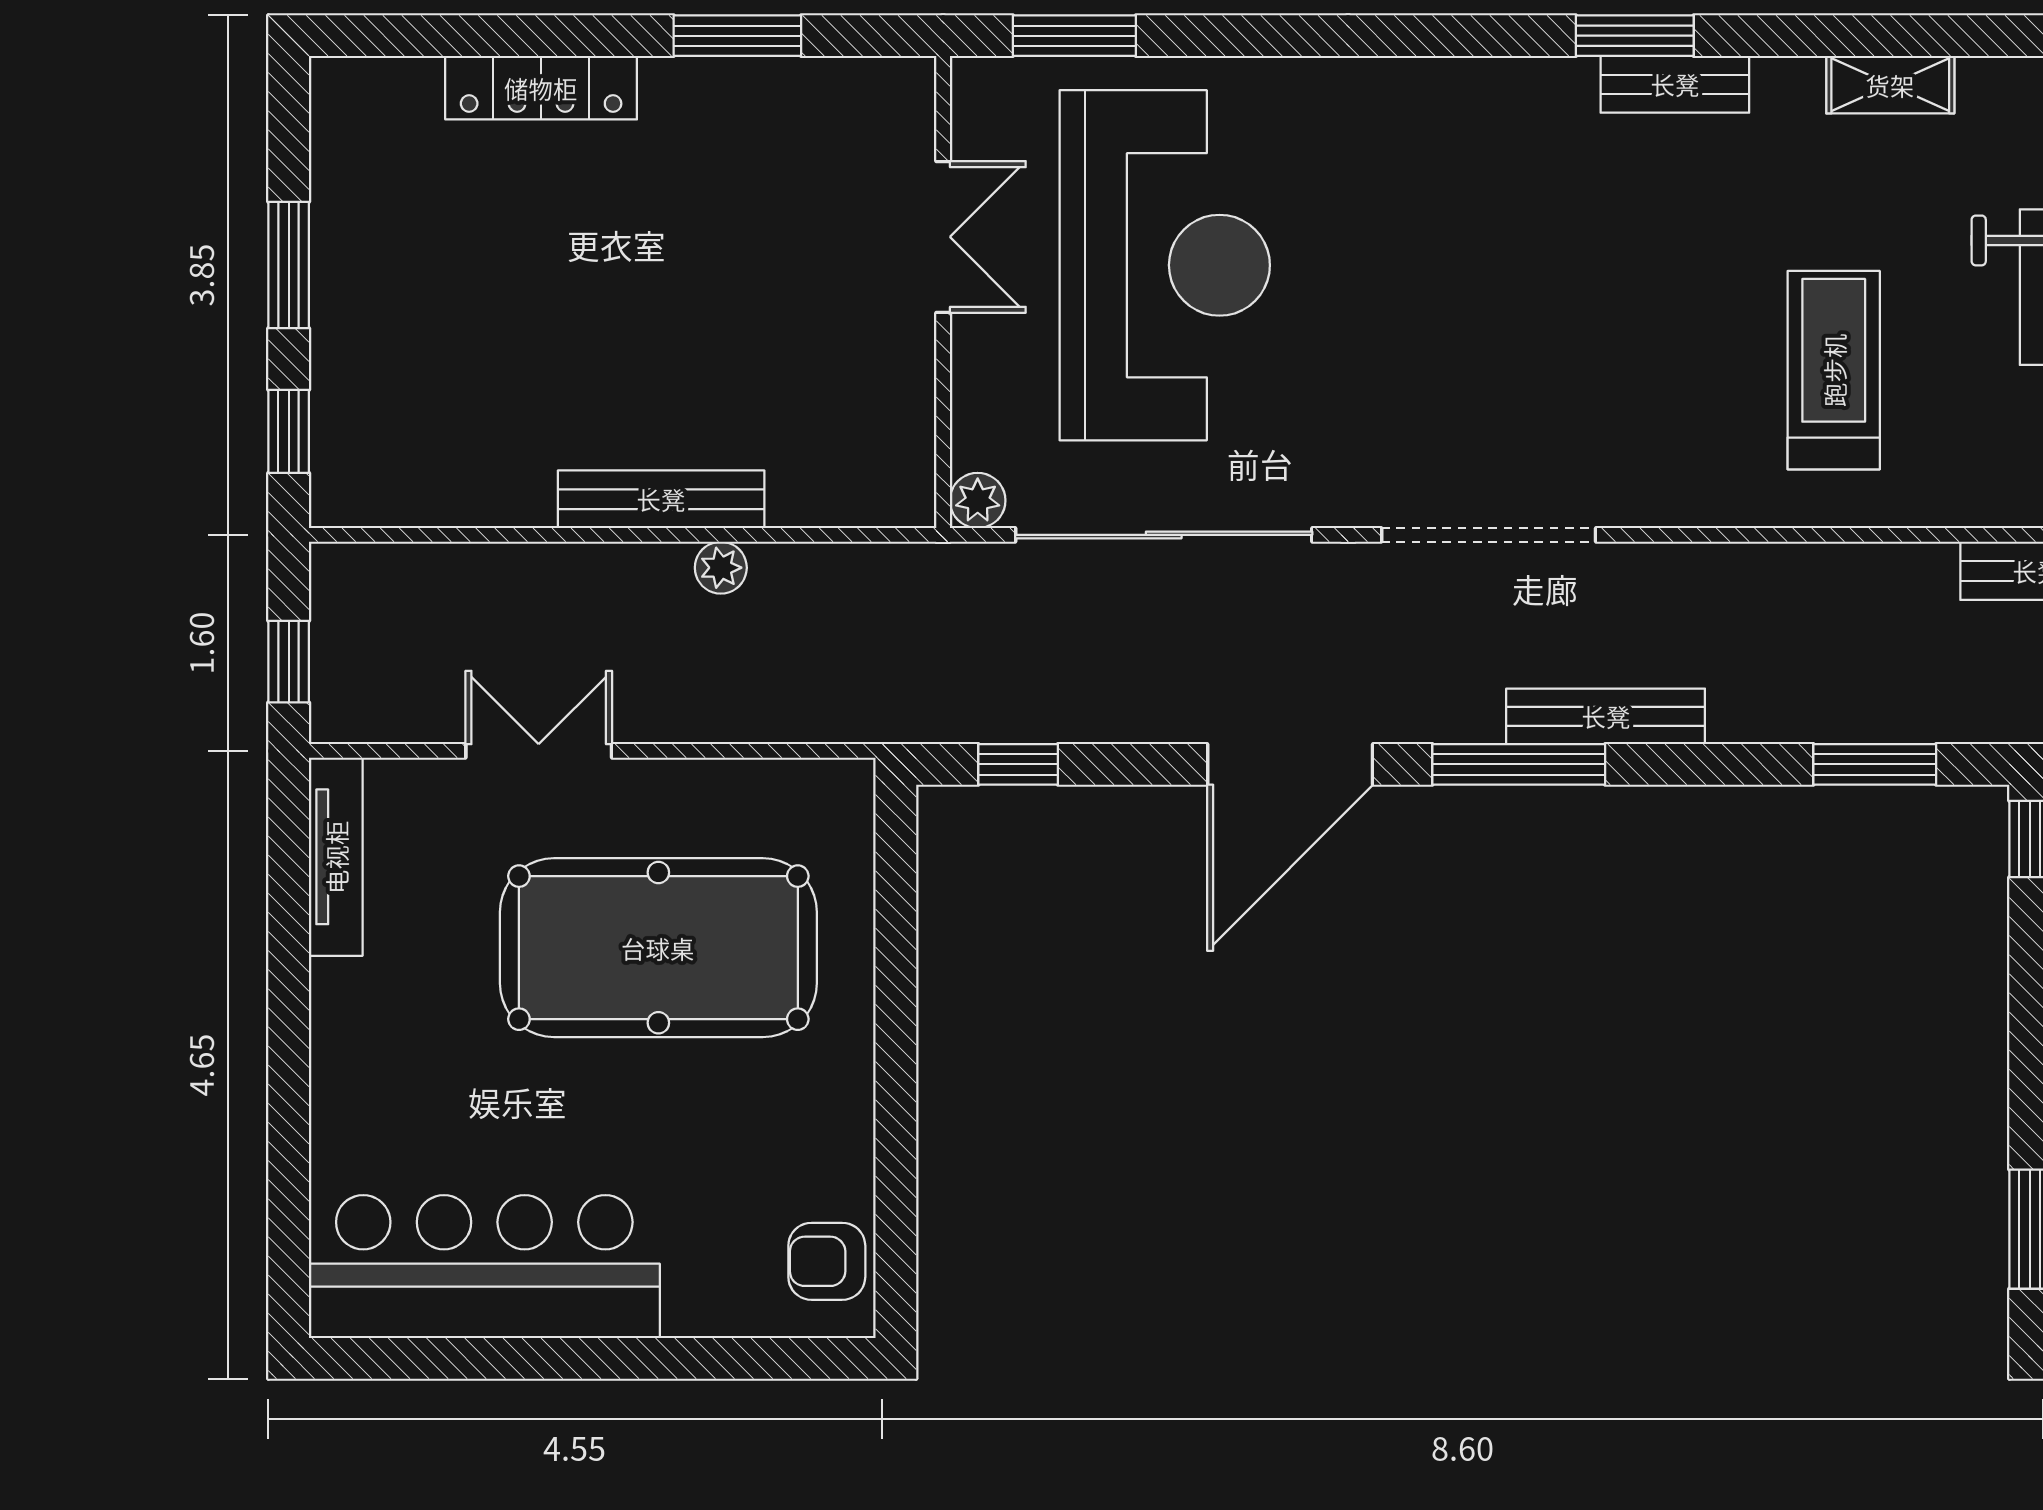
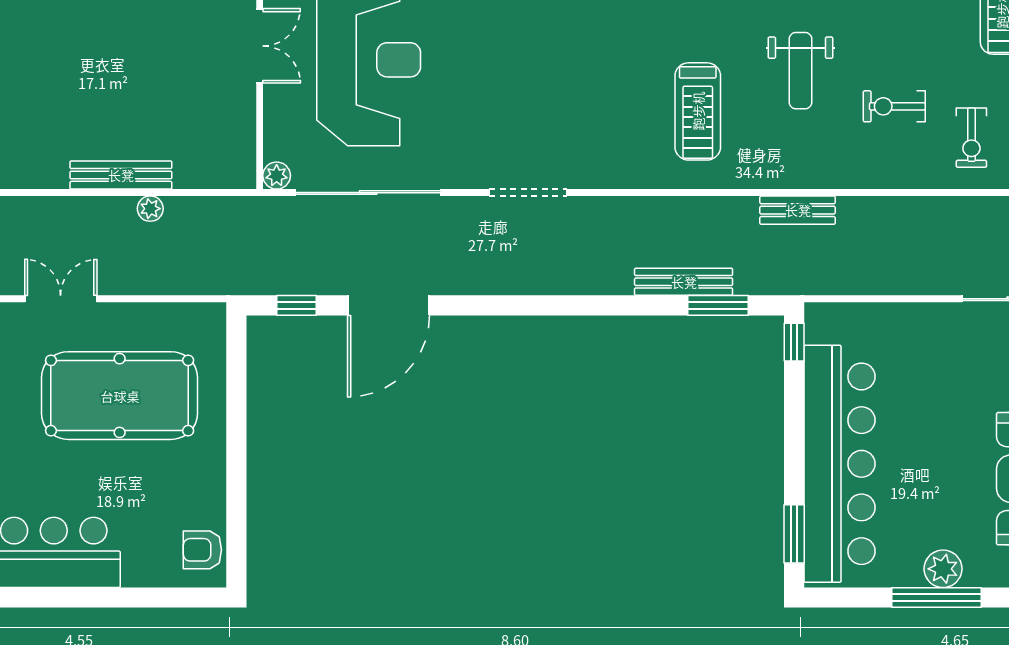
treadmill: (1834, 370) -> (698, 111), turned 180
doorway: (1489, 535) -> (528, 193), width x0.73
bench: (1606, 716) -> (684, 282), moved
door: (1290, 764) -> (388, 305), moved
window: (1519, 764) -> (543, 305), removed

